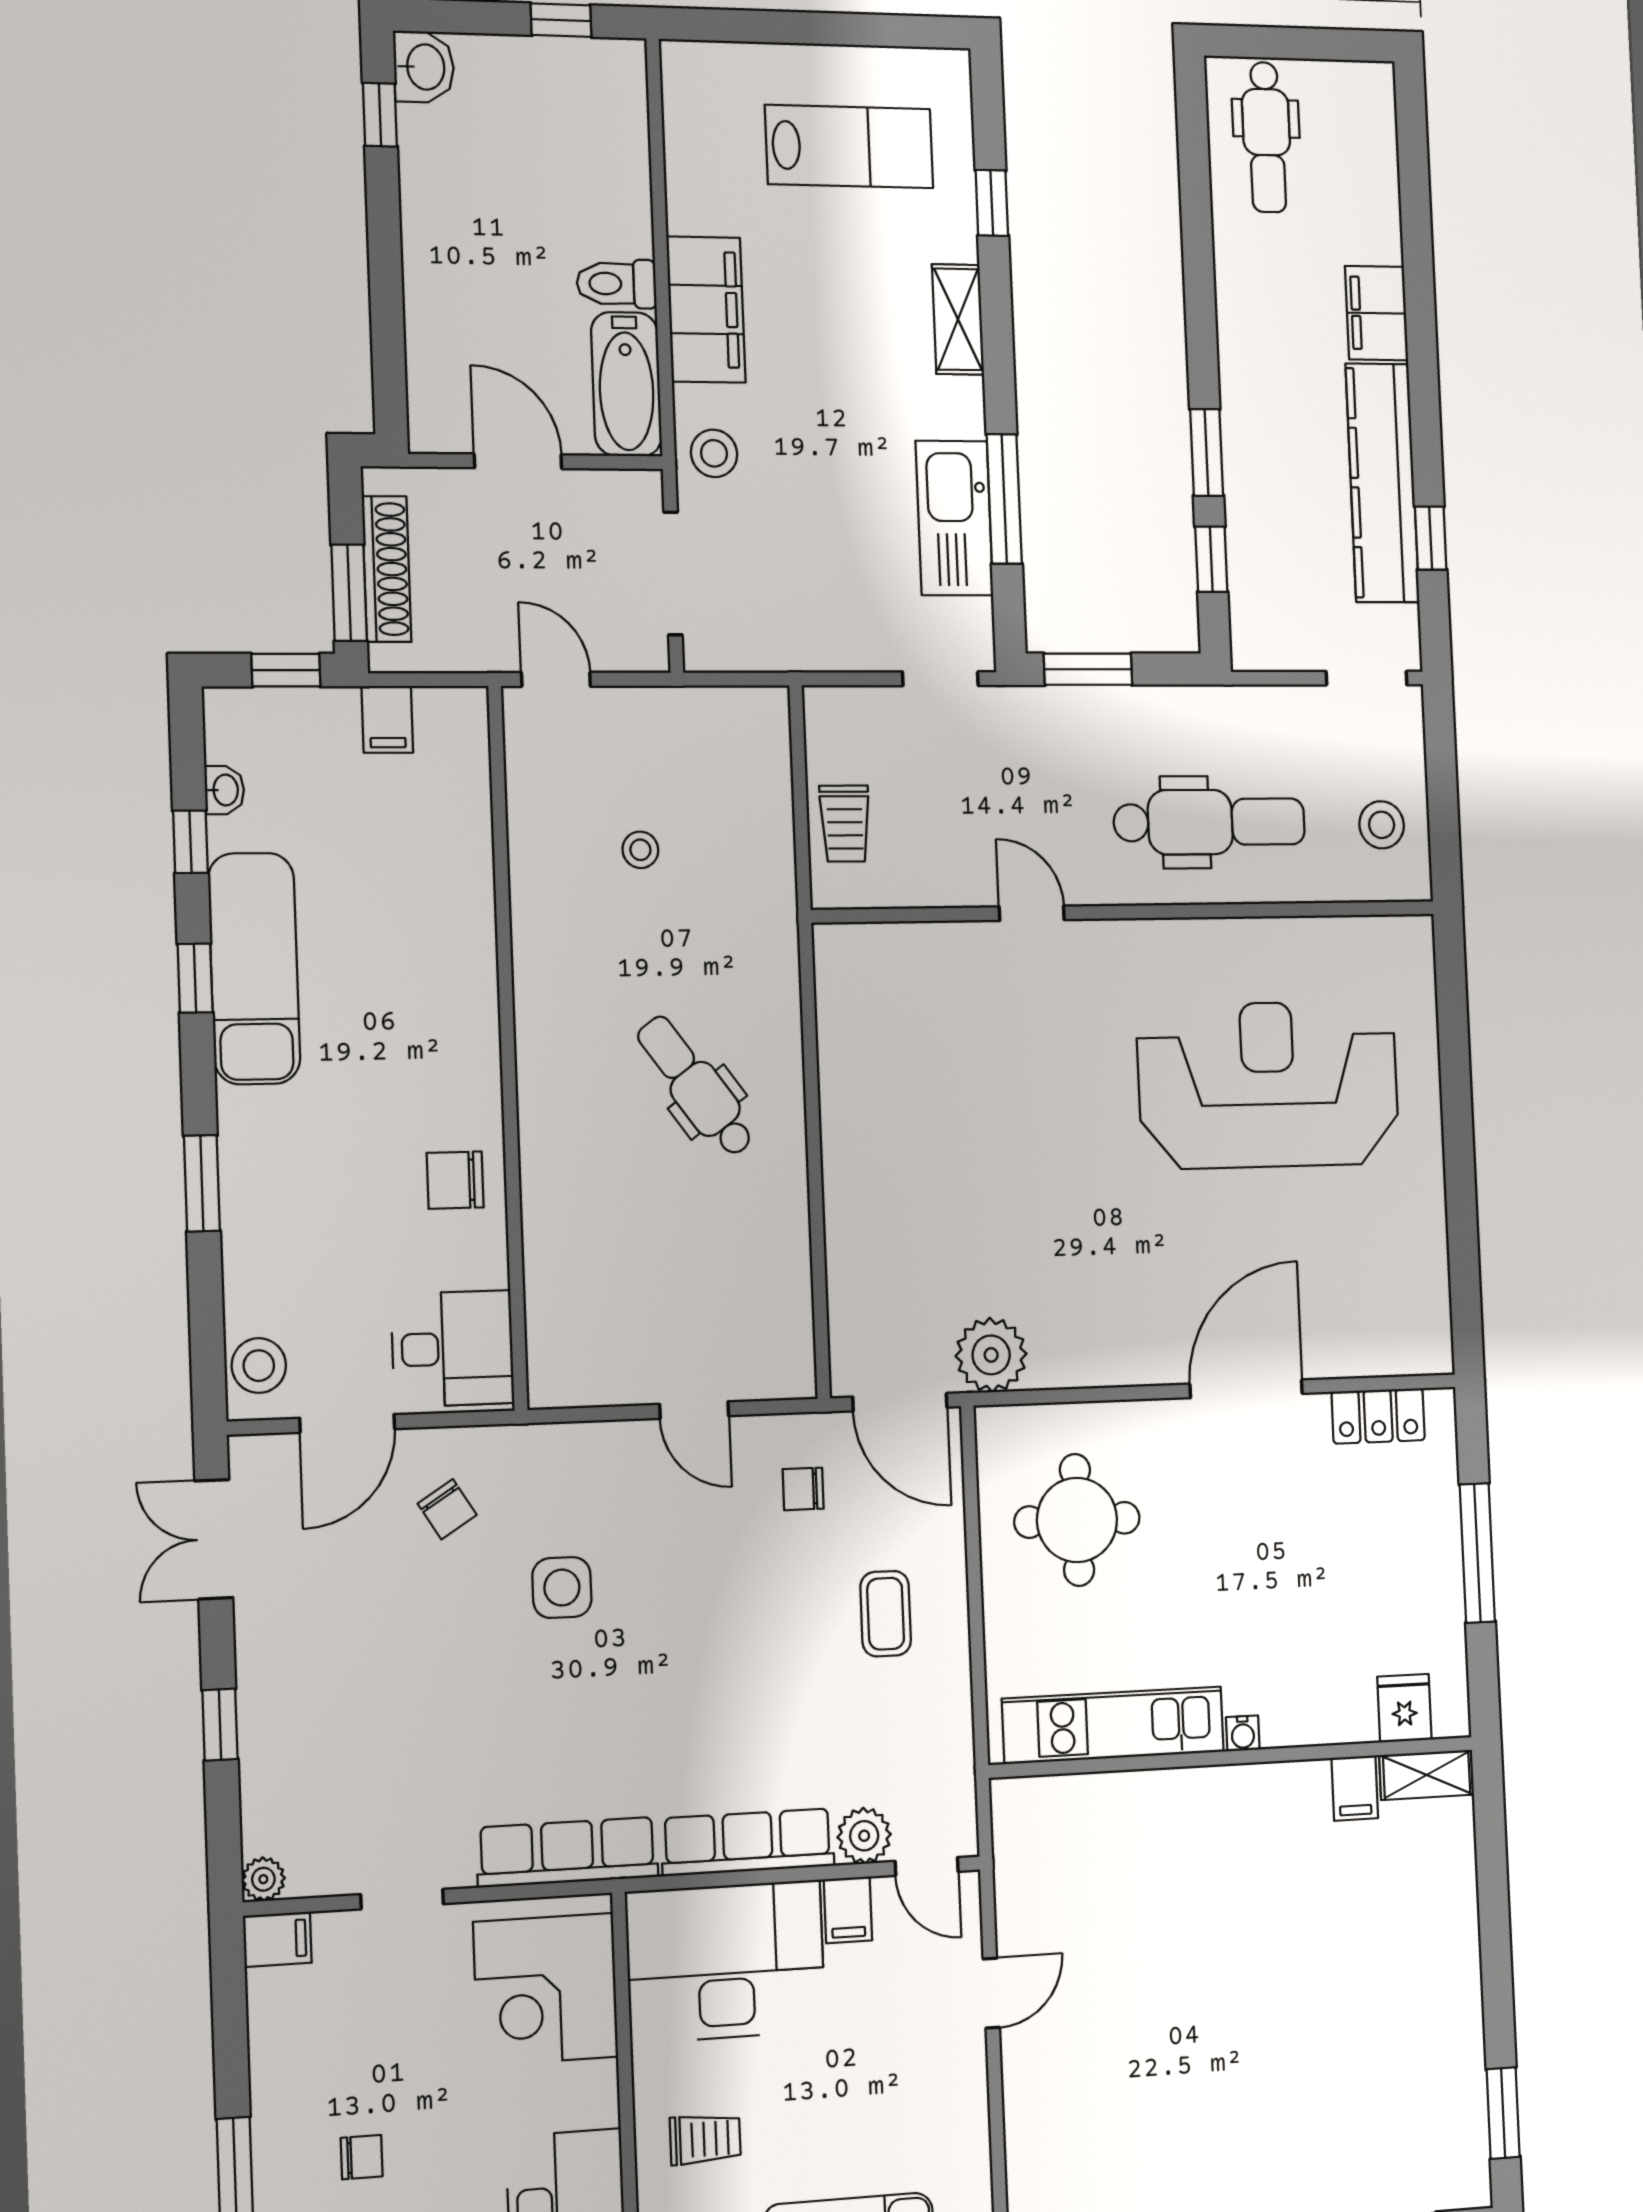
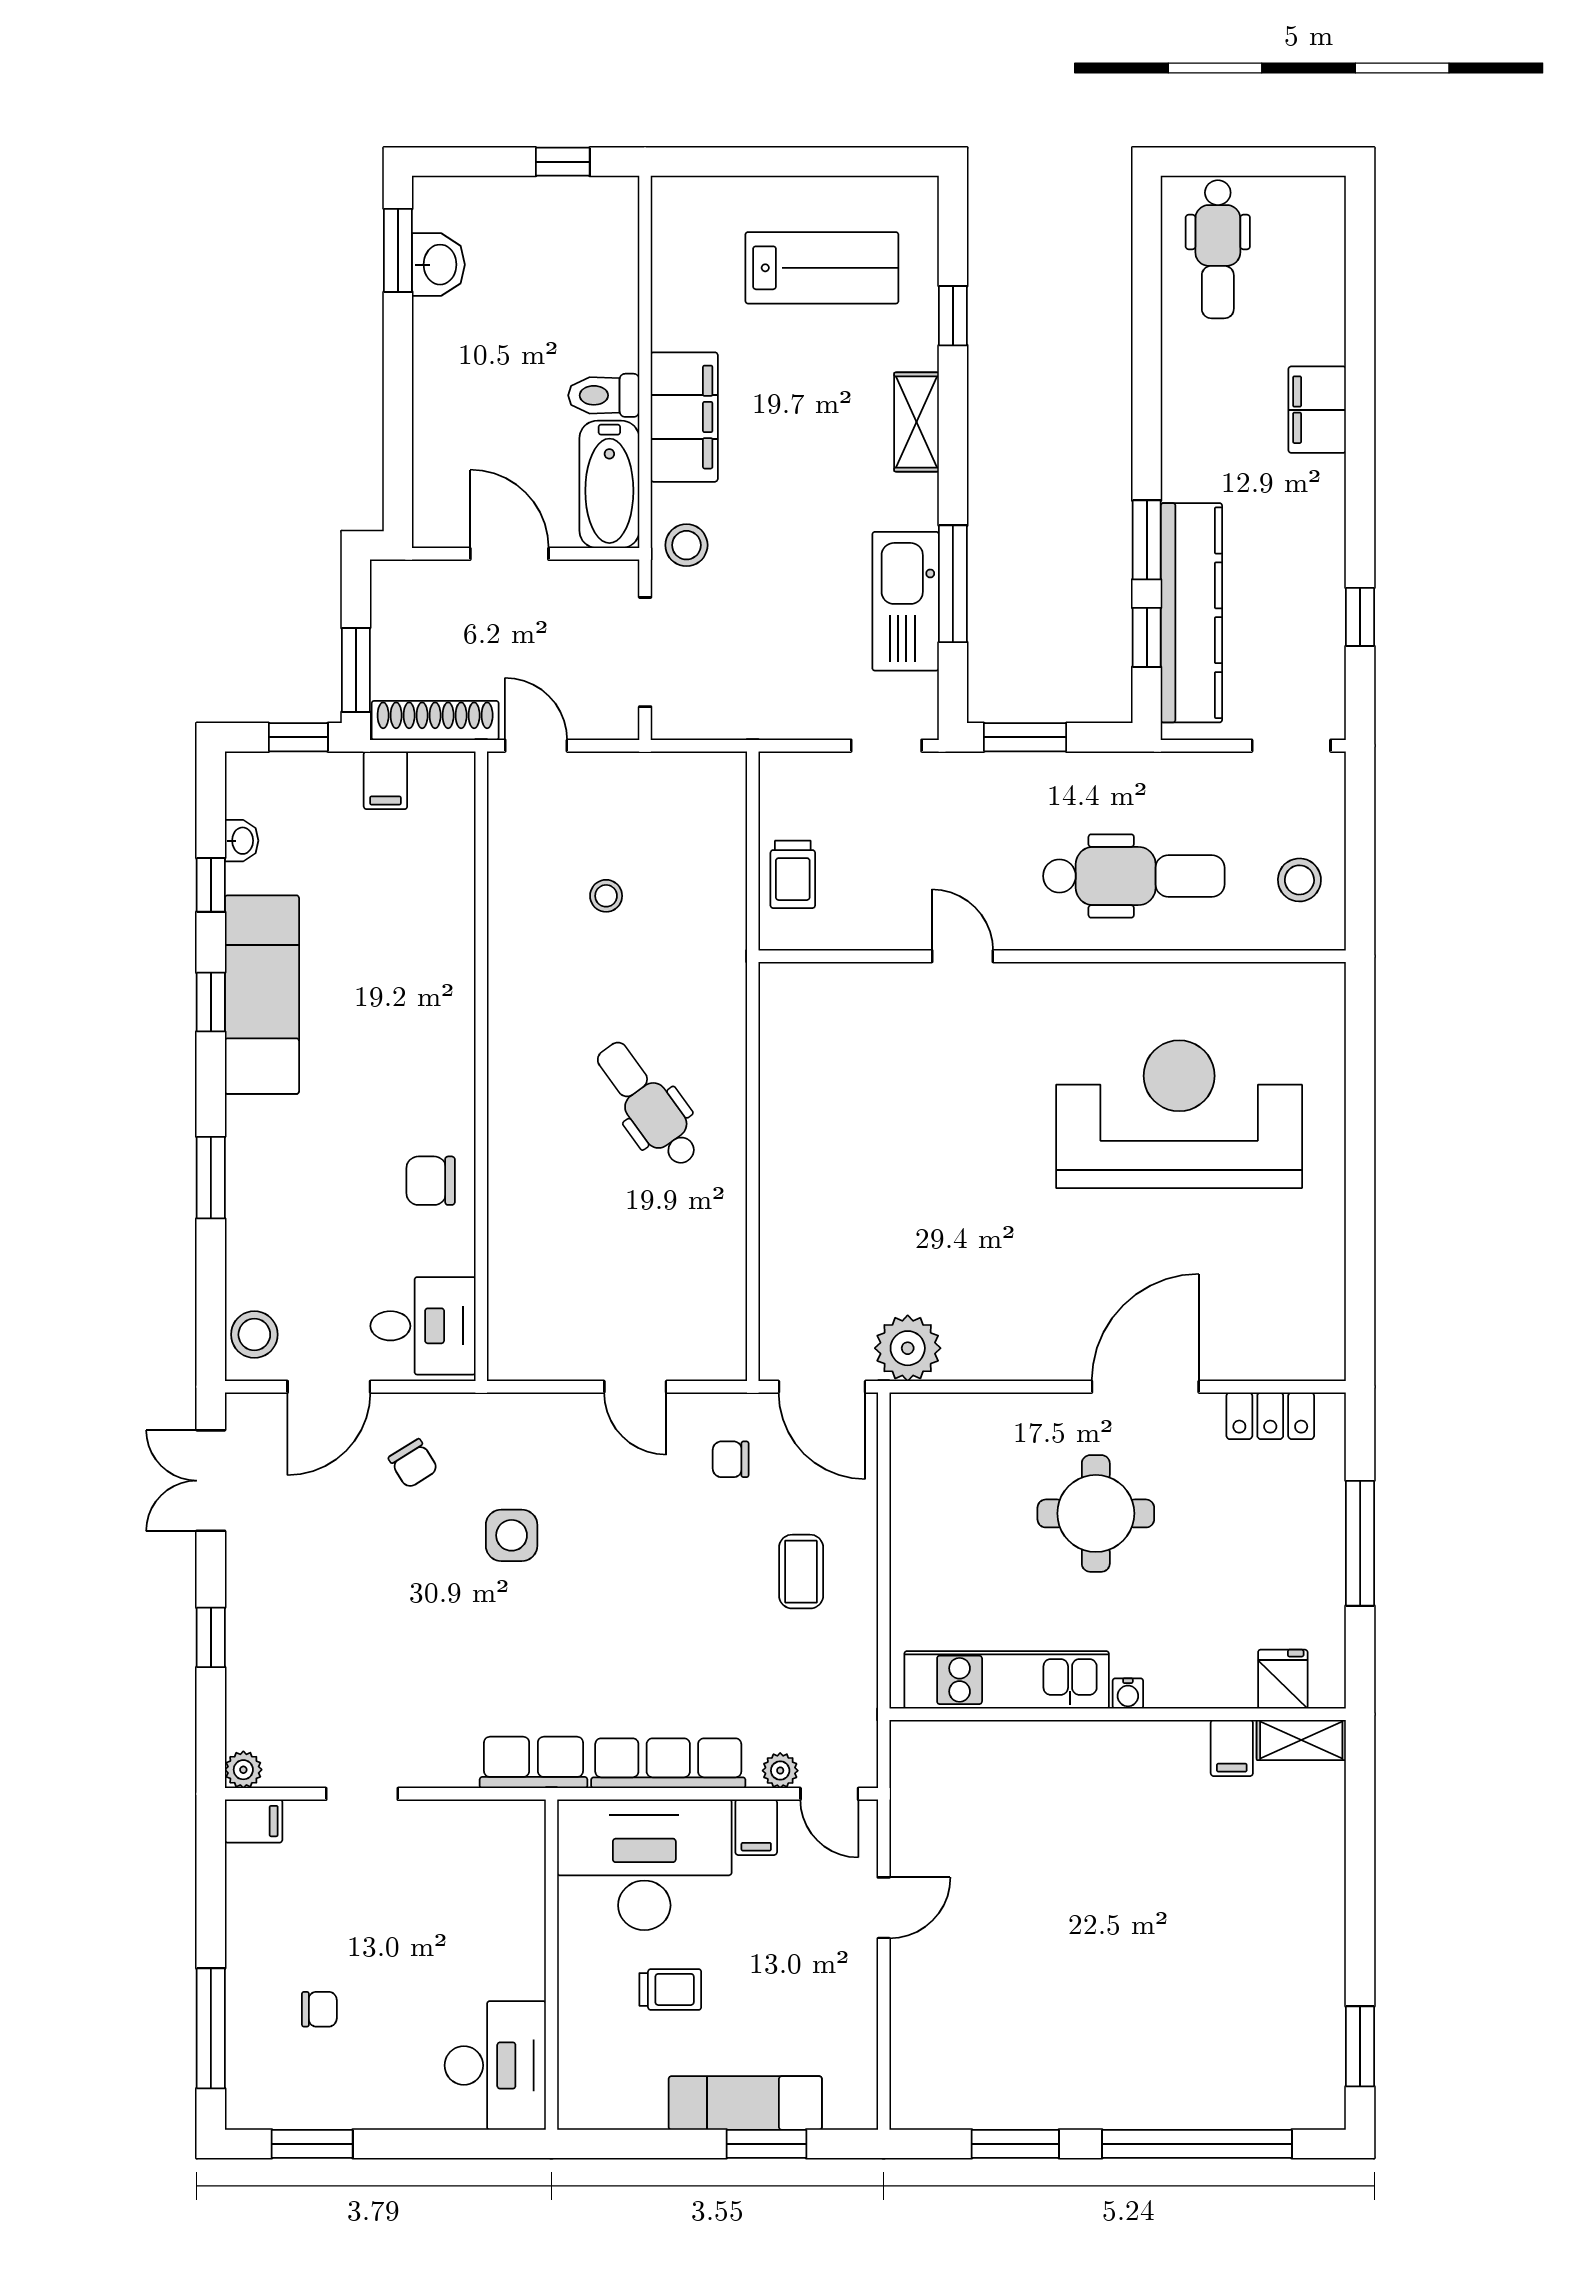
washbasin: (424, 67) -> (438, 265), moved
window: (380, 115) -> (398, 250), width x1.50
kitchen counter: (1382, 483) -> (1191, 613), moved, turned 180
shoe rack: (387, 569) -> (435, 720), moved, turned -90
round table: (1077, 1520) -> (1096, 1513), moved
plant: (864, 1836) -> (780, 1771), width x0.73, depth x0.73
row of seats: (567, 1852) -> (534, 1762), width x0.68
corner desk: (546, 1989) -> (484, 1878), removed
trolley: (705, 2139) -> (670, 1989), moved

